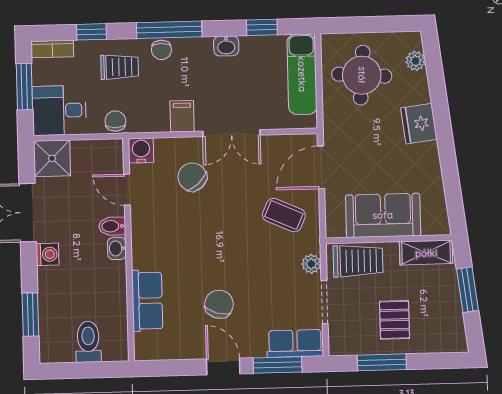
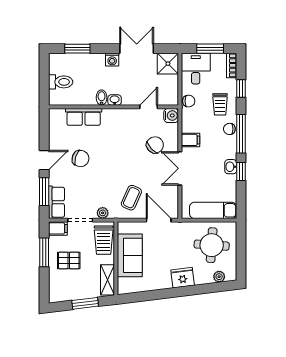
window: (262, 27) -> (241, 171), moved
bidet: (112, 226) -> (102, 98), moved
filing cabinet: (340, 340) -> (58, 228), added

